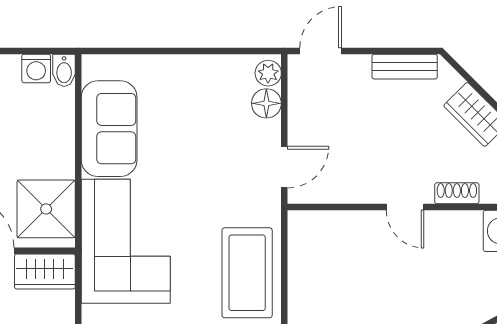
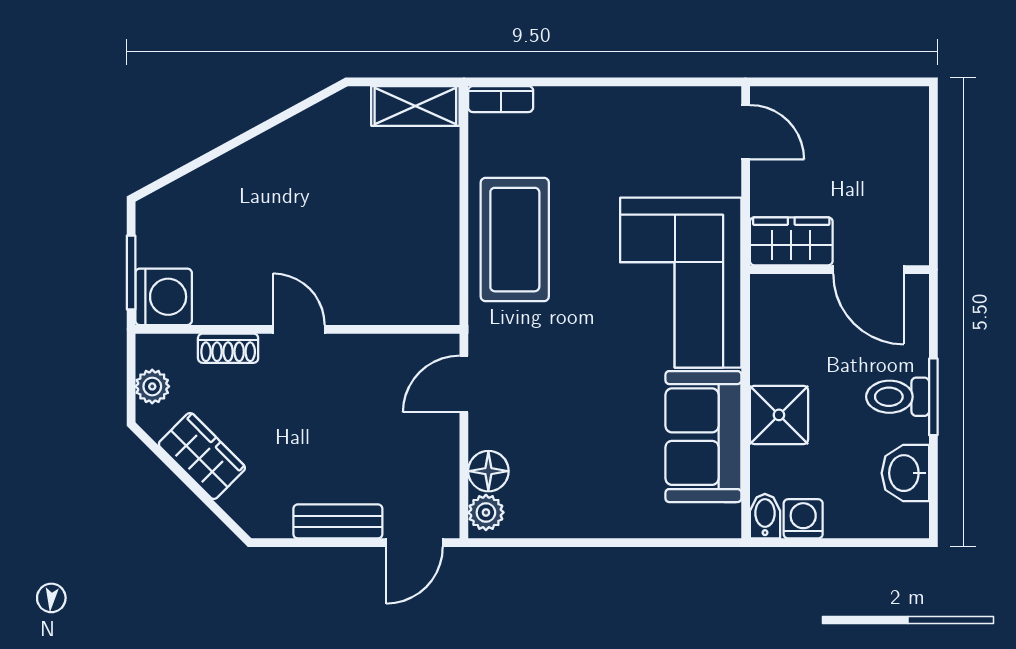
bench: (405, 67) -> (338, 521), moved
shower: (46, 209) -> (779, 415), moved, width x0.73, depth x0.73

